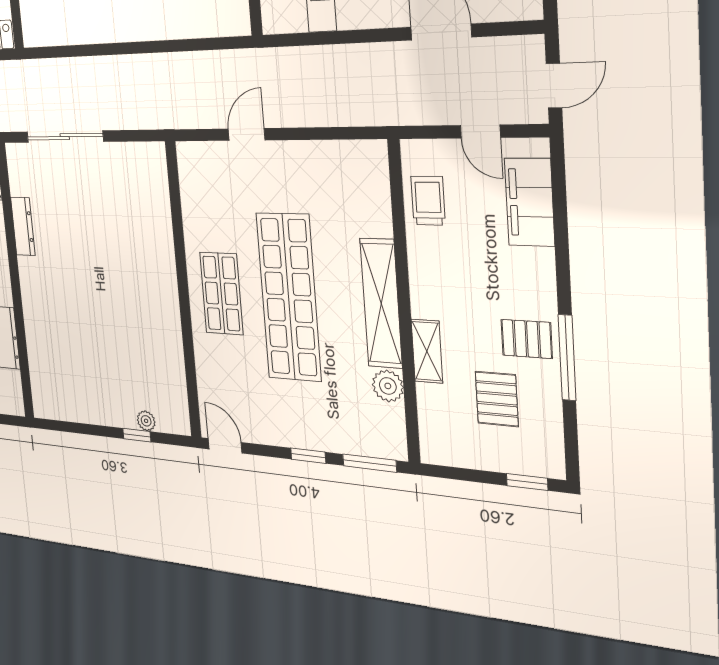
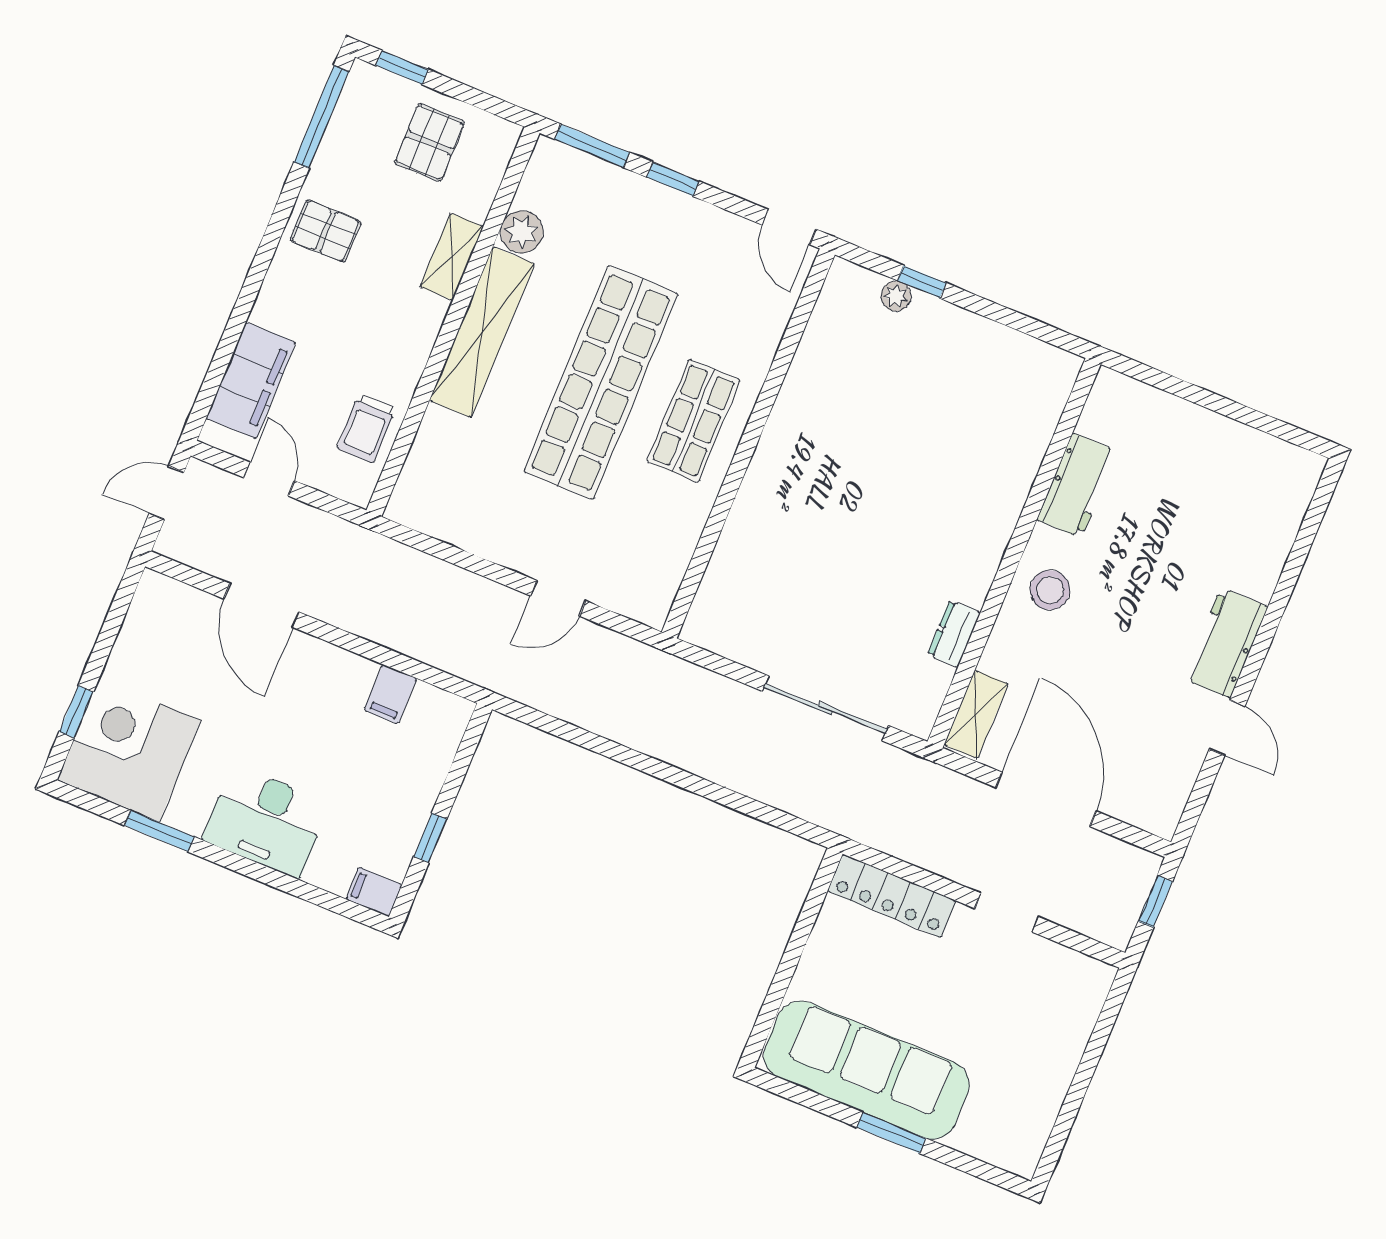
dresser: (23, 226) -> (954, 634), width x0.70
window: (567, 358) -> (321, 117), moved
pallet: (497, 399) -> (430, 142), moved

